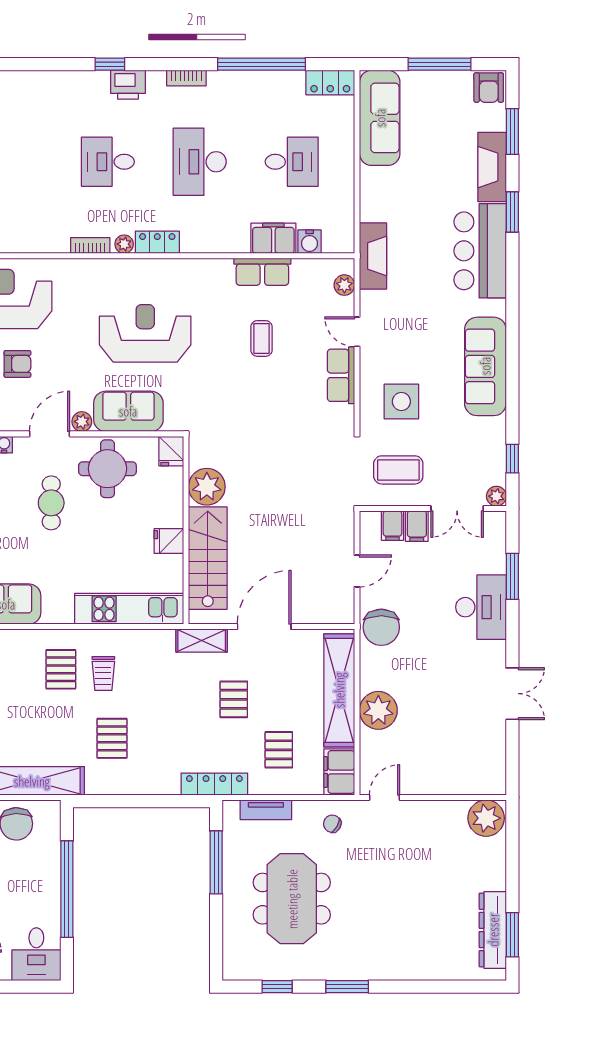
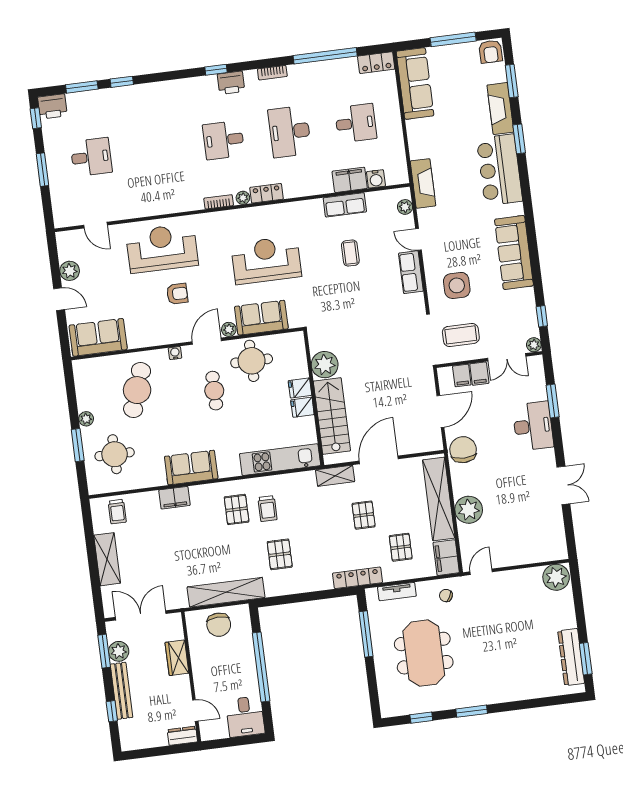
fridge: (171, 451) -> (300, 388), moved, turned 90
door: (357, 571) -> (440, 411), width x1.38
chair: (381, 627) -> (463, 450), turned 180

